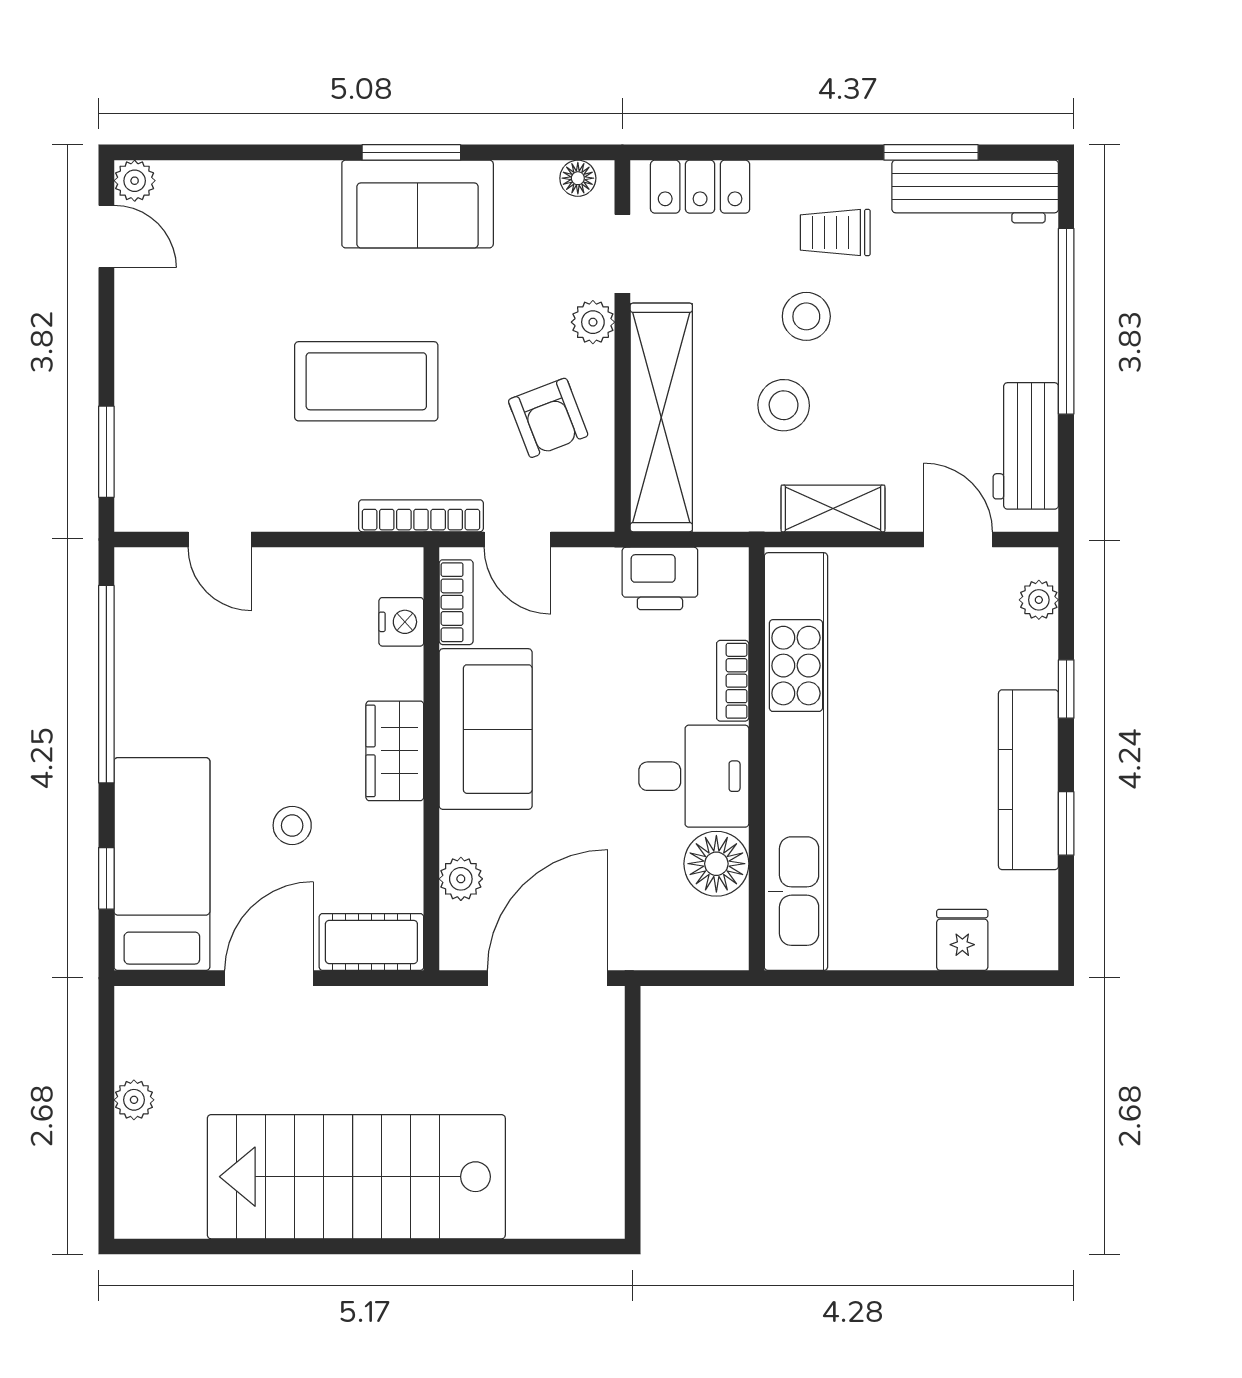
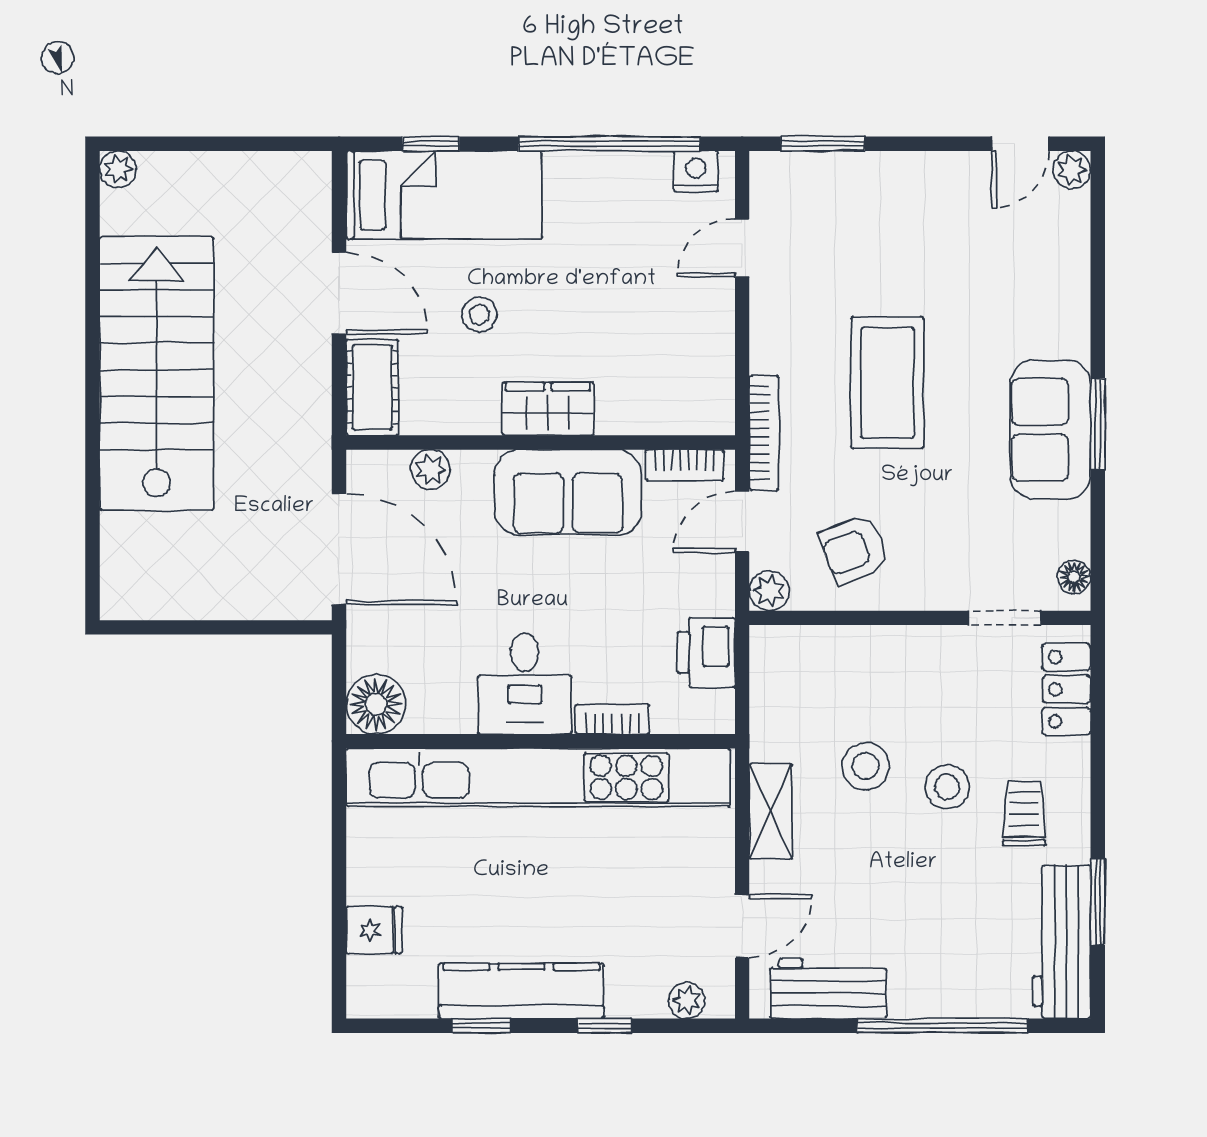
plant: (593, 322) -> (769, 591), moved
shelving: (661, 417) -> (854, 654), removed
nightstand: (401, 622) -> (696, 171), moved, turned 180
floor lamp: (716, 864) -> (376, 704), moved
plant: (134, 1100) -> (118, 169), moved

